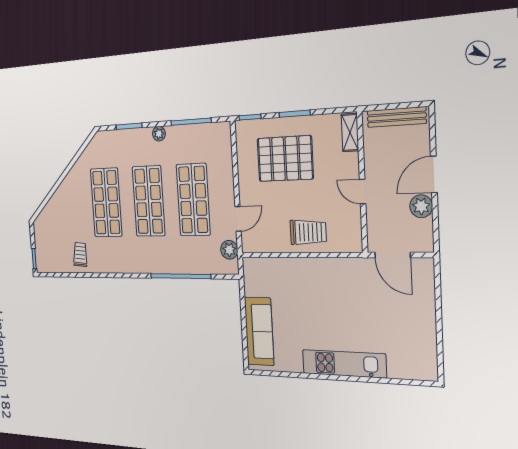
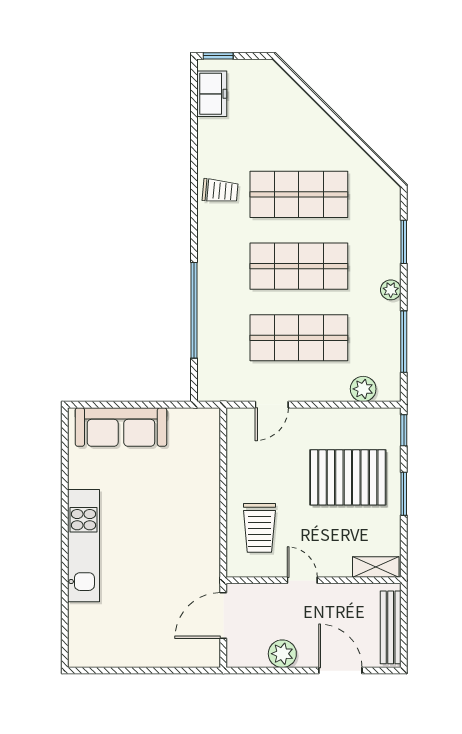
pallet: (285, 159) -> (348, 477), turned 90
door: (434, 174) -> (340, 671), moved
door: (363, 192) -> (302, 580), hinge flipped
door: (238, 219) -> (272, 405), hinge flipped
trolley: (308, 232) -> (259, 528), moved
plant: (229, 250) -> (363, 389), moved
trolley: (80, 255) -> (220, 191), moved
freezer: (55, 263) -> (212, 94), added

